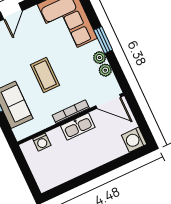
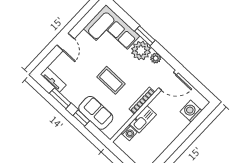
plant: (100, 58) -> (141, 51), width x1.88, depth x1.88
kitchen sink: (78, 127) -> (143, 119), moved
washing machine: (134, 140) -> (191, 111), moved, turned 90

